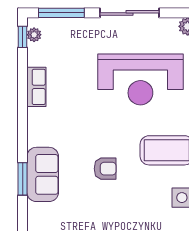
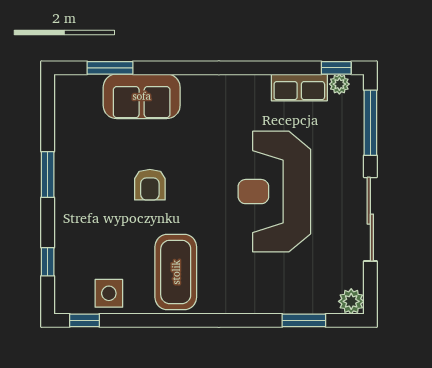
reception desk: (140, 79) -> (274, 192), moved
row of seats: (36, 87) -> (299, 87), moved
window: (23, 179) -> (110, 68), moved

